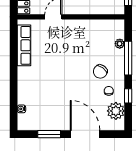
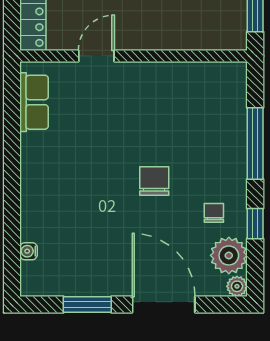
plant: (120, 44) -> (237, 286), moved
row of seats: (24, 45) -> (34, 102), width x0.68
chair: (100, 72) -> (154, 181), moved, turned 145

